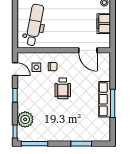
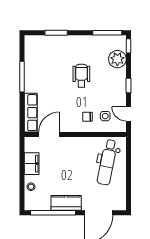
door: (88, 50) -> (49, 135), hinge flipped
wheelchair: (63, 88) -> (81, 76), moved
row of seats: (105, 99) -> (31, 113), moved

